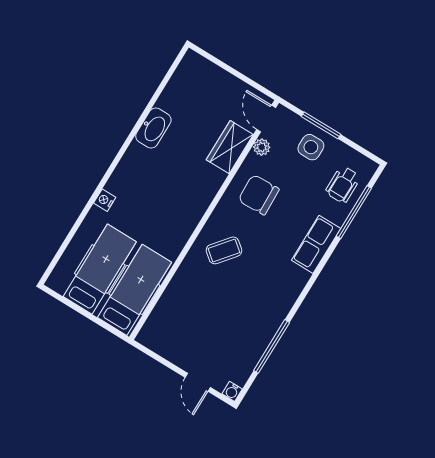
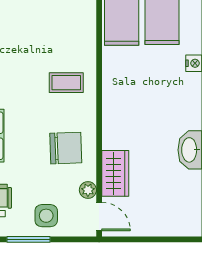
window: (321, 125) -> (29, 239), moved
coffee table: (224, 250) -> (66, 83), turned 51

